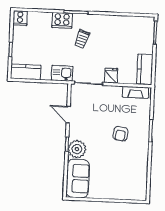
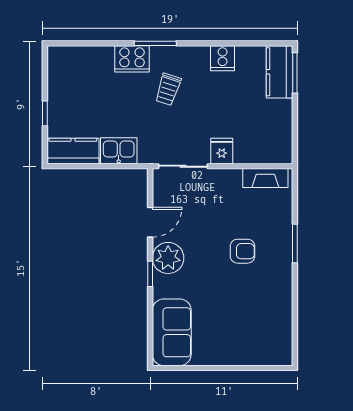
cooker: (20, 18) -> (223, 58), moved
kitchen counter: (145, 69) -> (280, 72), moved
kitchen sink: (62, 73) -> (119, 151), moved
door: (68, 115) -> (150, 222), swing flipped
armchair: (120, 134) -> (242, 251), turned -97
plant: (77, 149) -> (168, 258), moved

